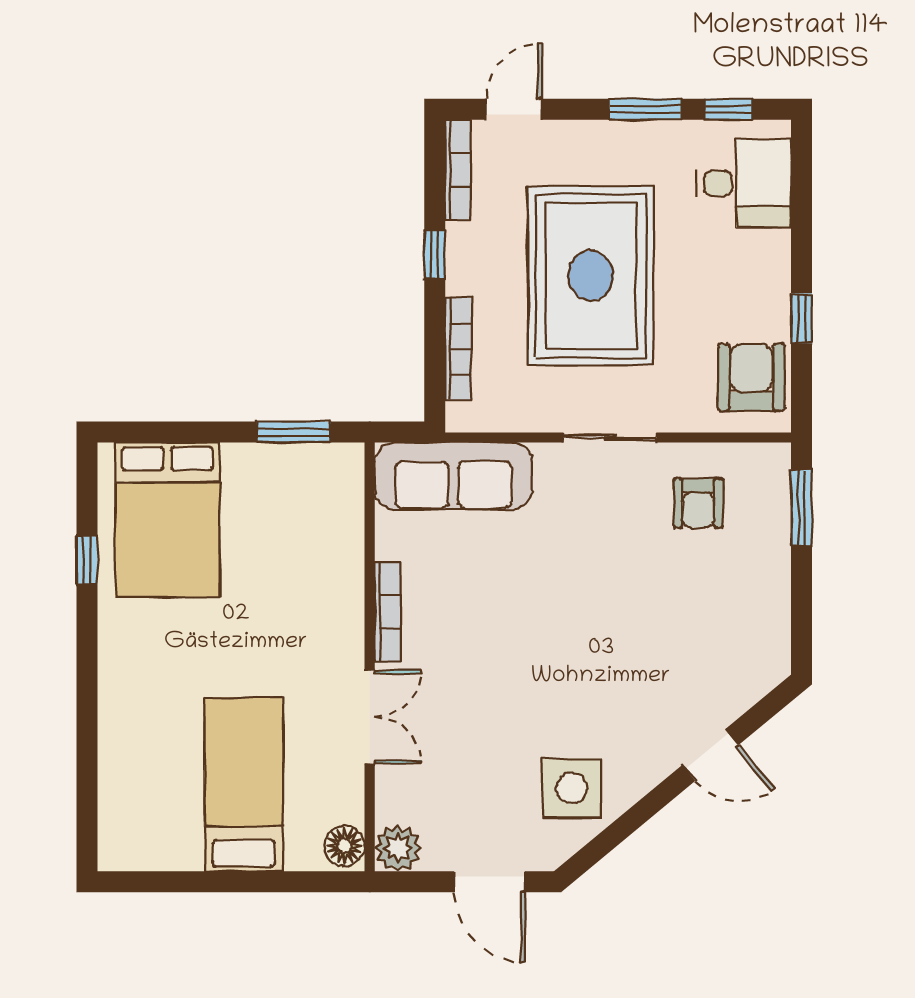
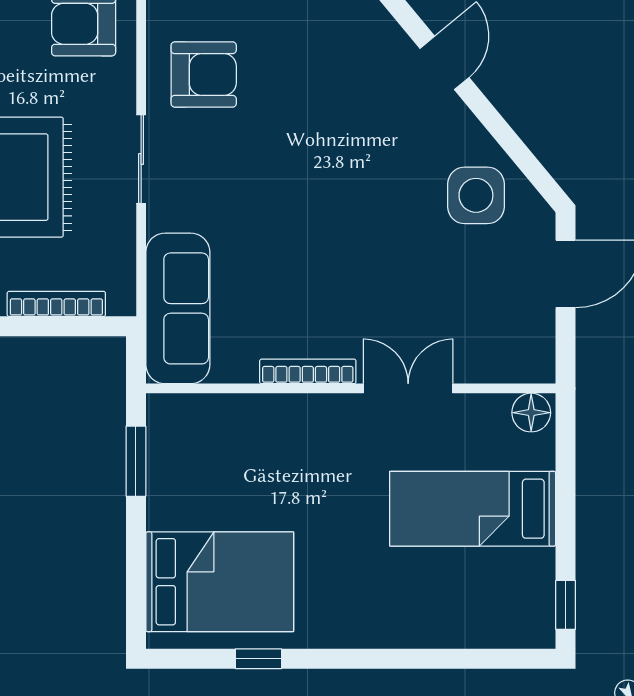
armchair: (698, 503) -> (204, 74), width x1.38, depth x1.38
plant: (398, 848) -> (534, 362), removed
window: (143, 882) -> (566, 605), added

